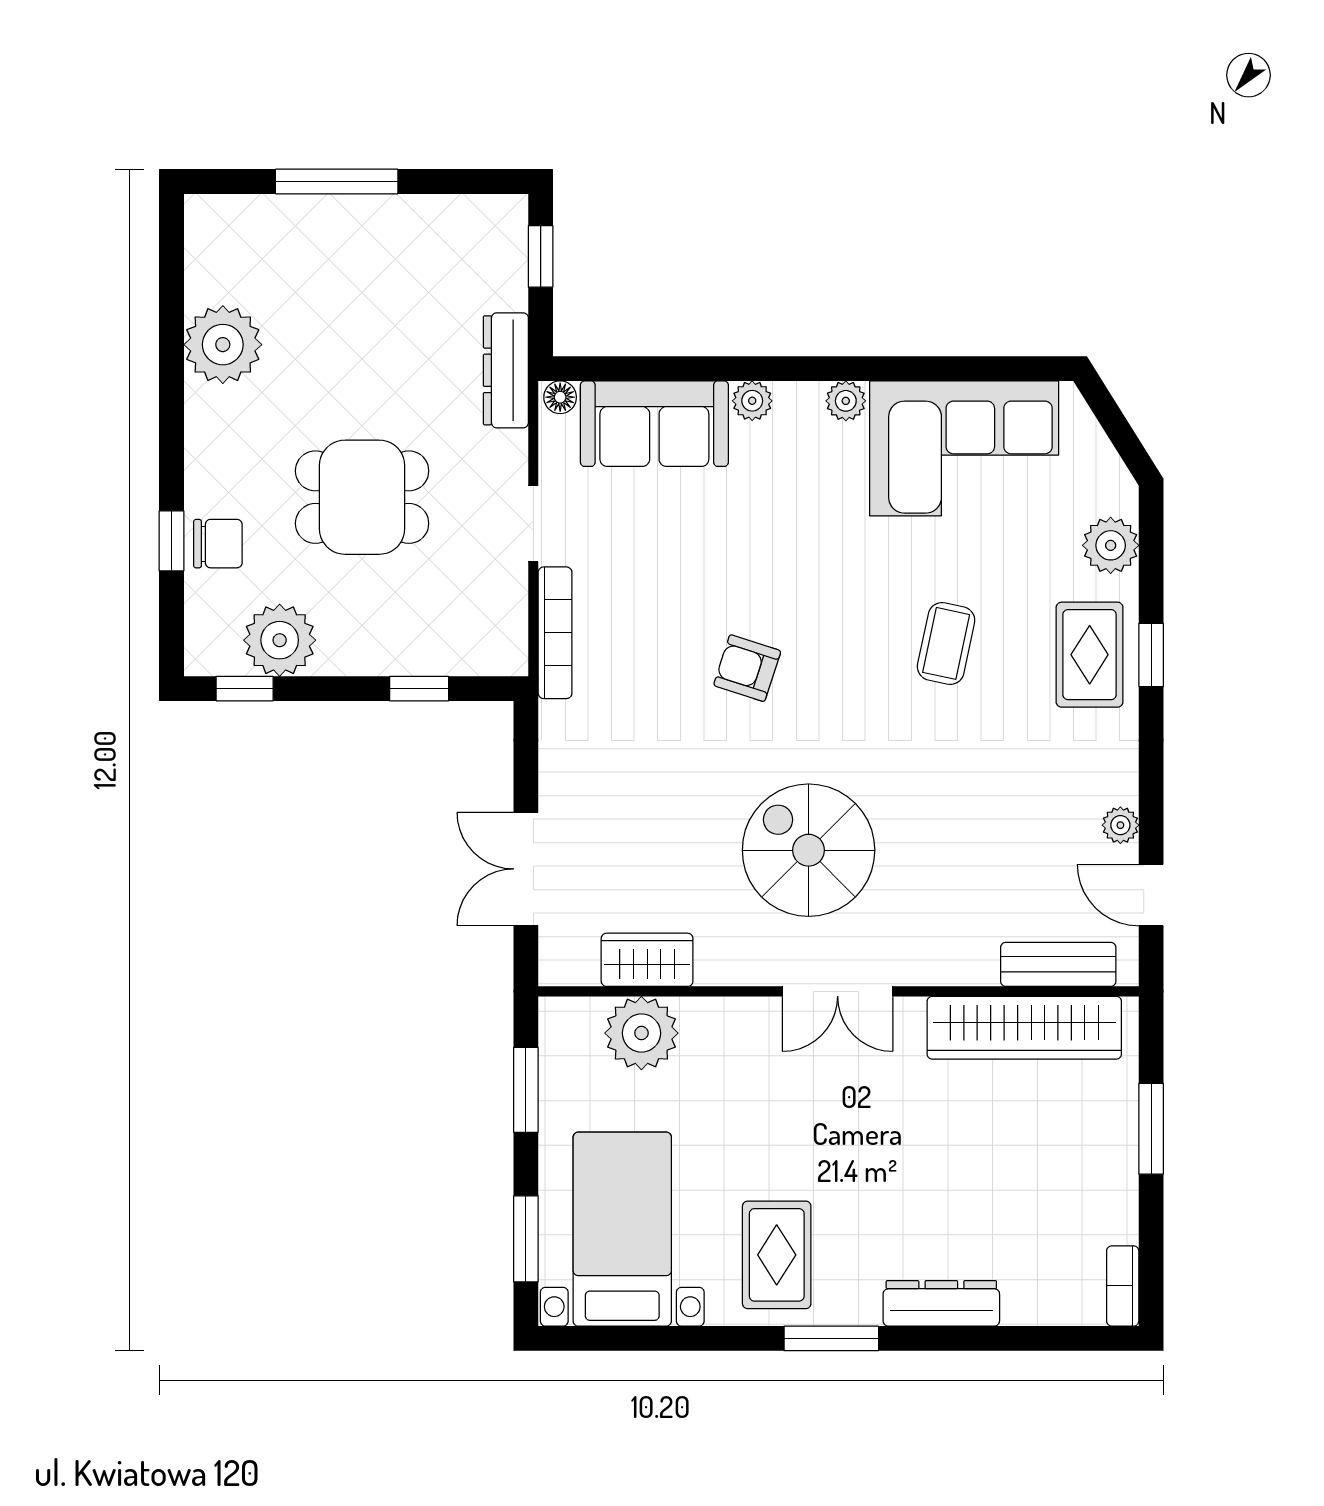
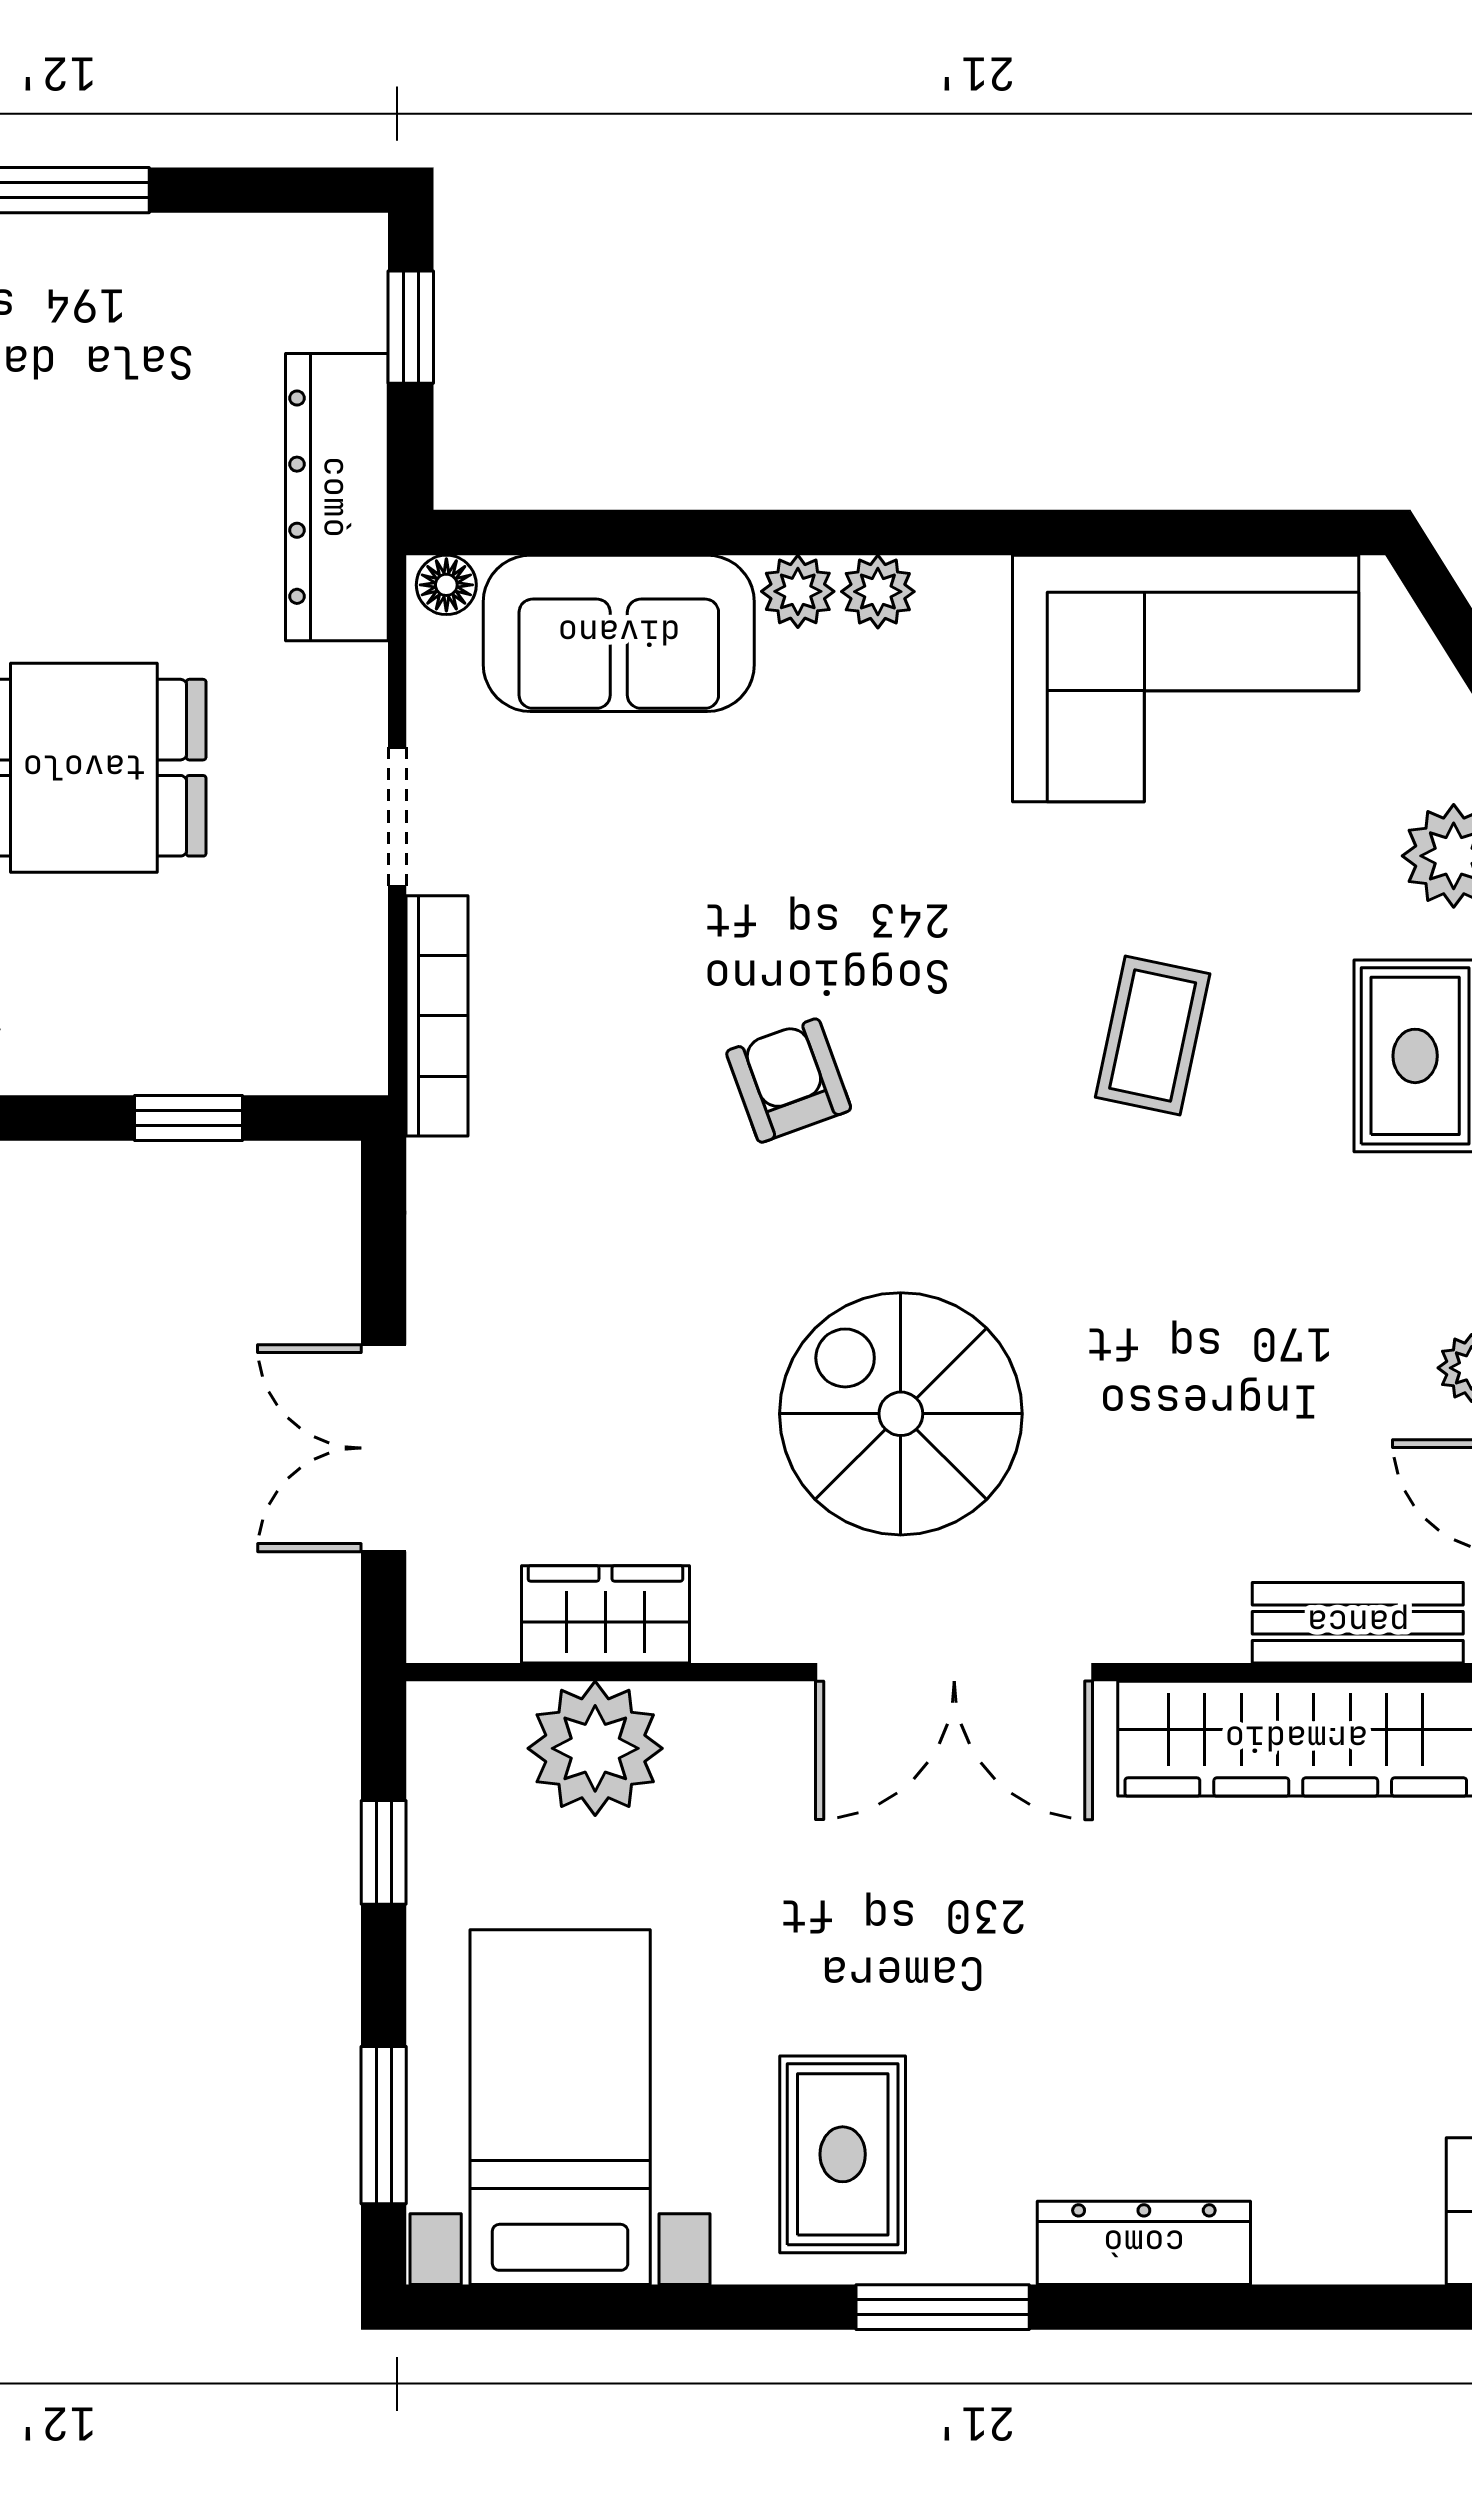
dresser: (506, 370) -> (337, 497), width x1.37, depth x1.24
plant: (846, 401) -> (878, 592), moved
armchair: (747, 668) -> (789, 1081), turned 52
double door: (838, 991) -> (954, 1672), width x1.37
window: (526, 1090) -> (384, 1852), width x0.67

